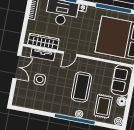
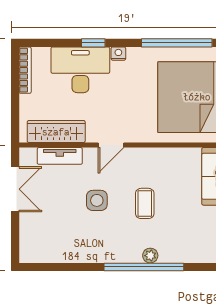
side table: (40, 79) -> (97, 200), moved
coffee table: (81, 87) -> (145, 203), width x0.54, depth x0.58
rug: (103, 106) -> (193, 232), removed

